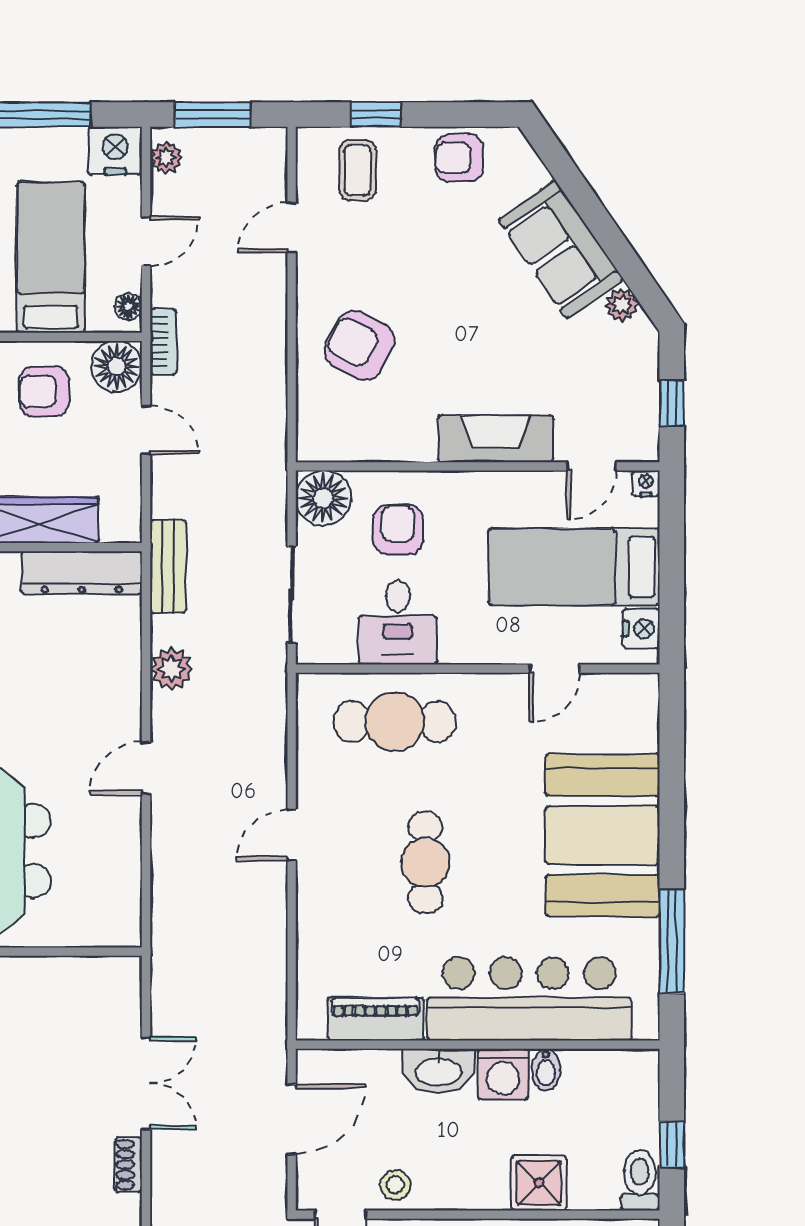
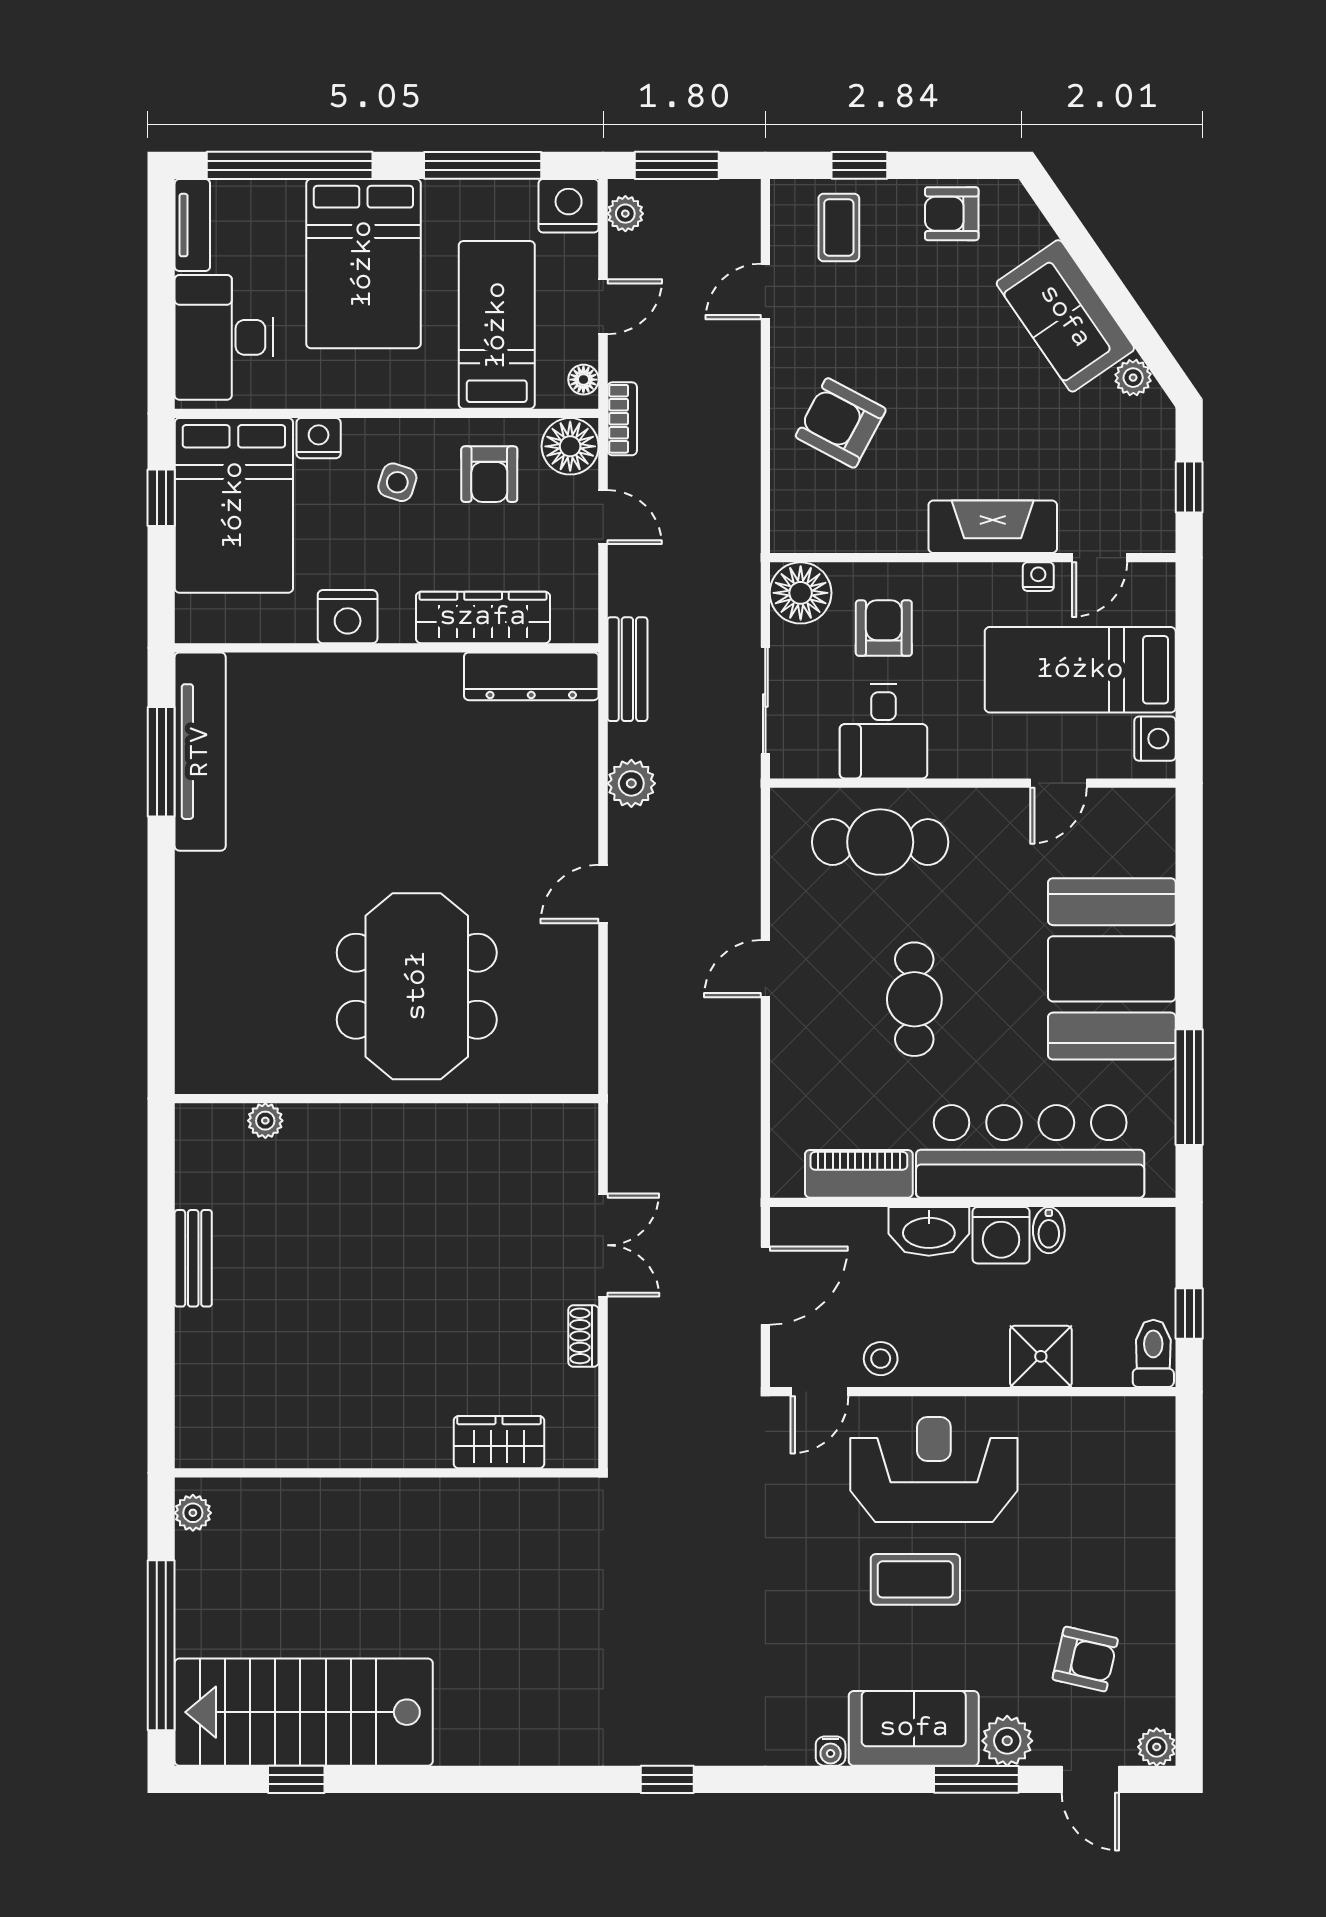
armchair: (44, 391) -> (489, 474), turned -90
nightstand: (646, 483) -> (1038, 577), moved

